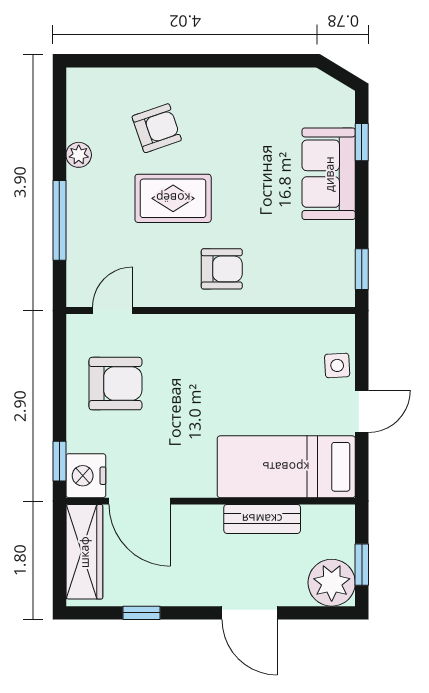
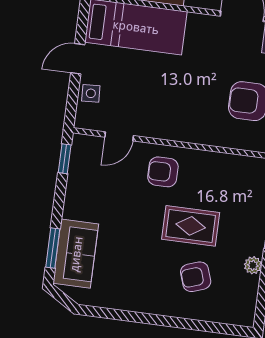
window: (362, 142) -> (53, 248), width x1.50
sofa: (329, 174) -> (76, 254), moved
door: (113, 310) -> (119, 136), moved

